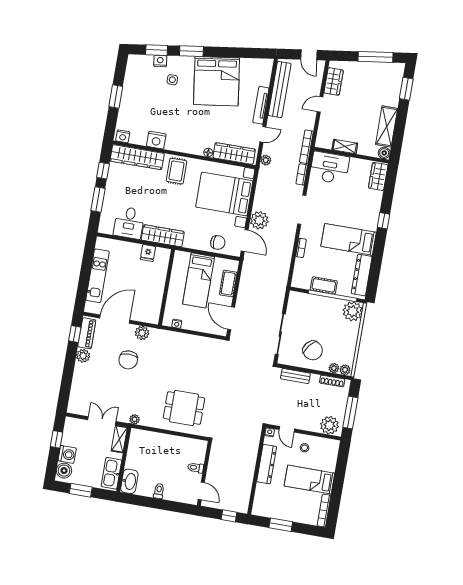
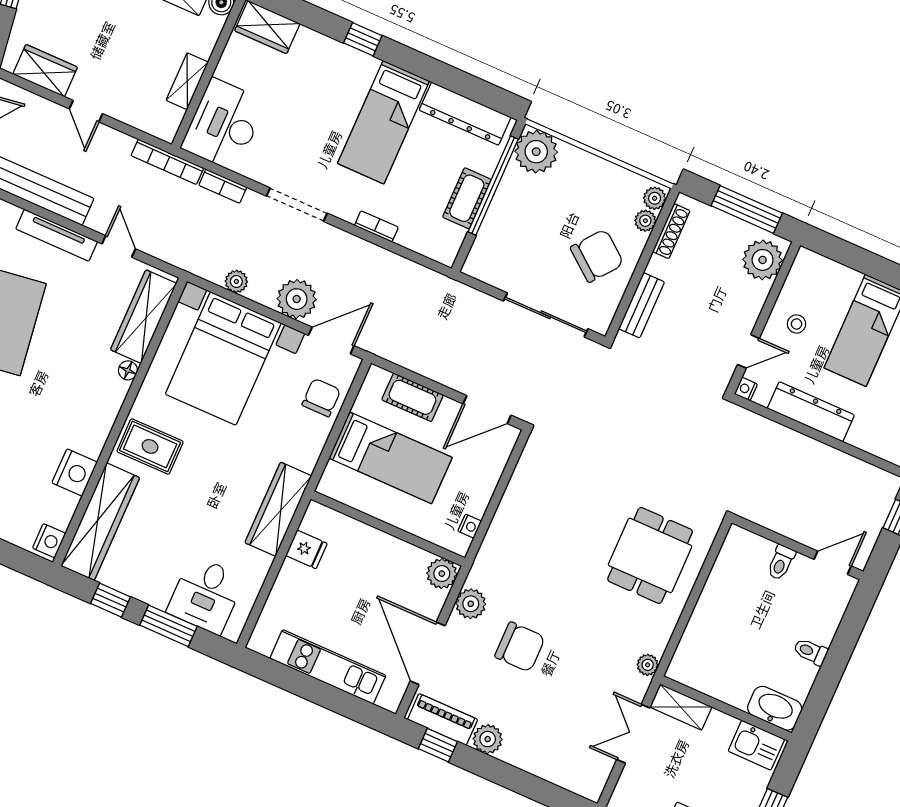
plant: (266, 160) -> (236, 281), moved
desk: (129, 223) -> (206, 595), moved, turned 90
plant: (152, 317) -> (442, 574), added
kitchen sink: (111, 473) -> (756, 745), width x0.73

